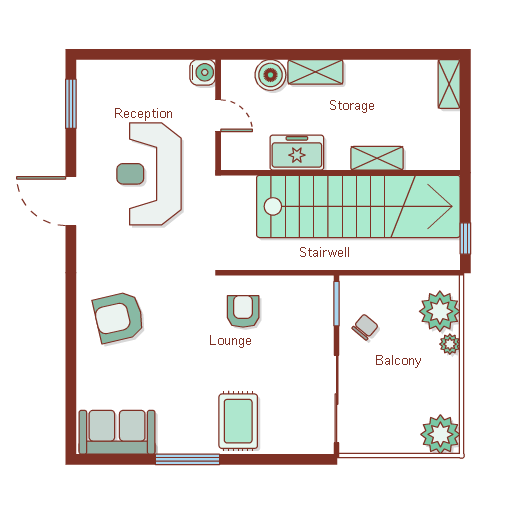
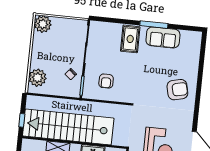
window: (465, 238) -> (22, 120), moved
armchair: (243, 311) -> (106, 81), moved
plant: (450, 344) -> (35, 63), removed
sofa: (117, 432) -> (163, 37), moved

